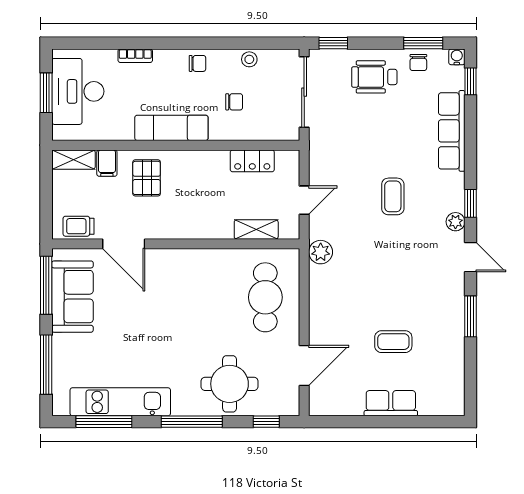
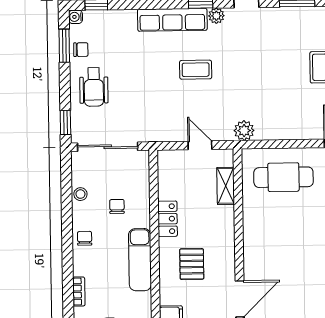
row of seats: (452, 131) -> (172, 20), moved
locker: (252, 161) -> (168, 219), moved
pallet: (147, 178) -> (192, 264), moved, turned 90

